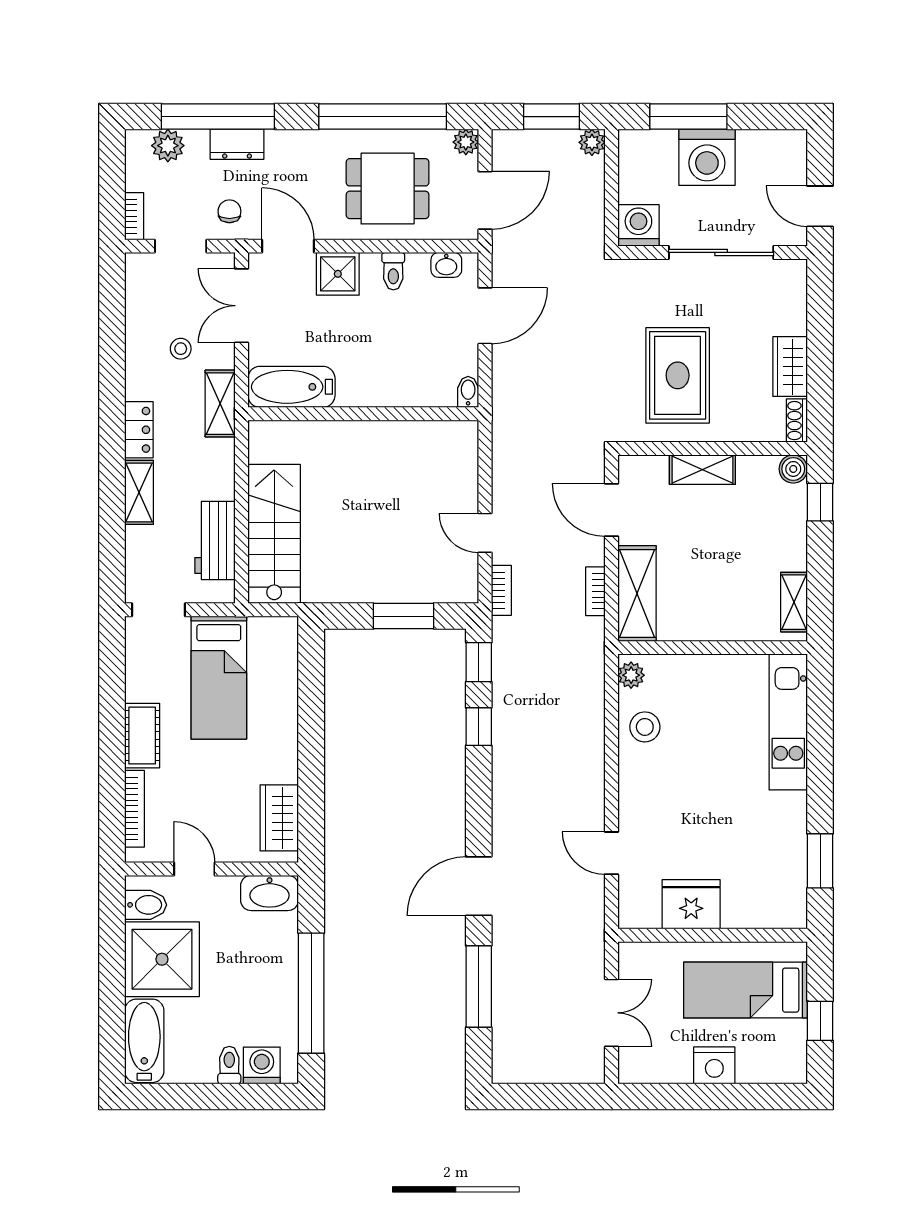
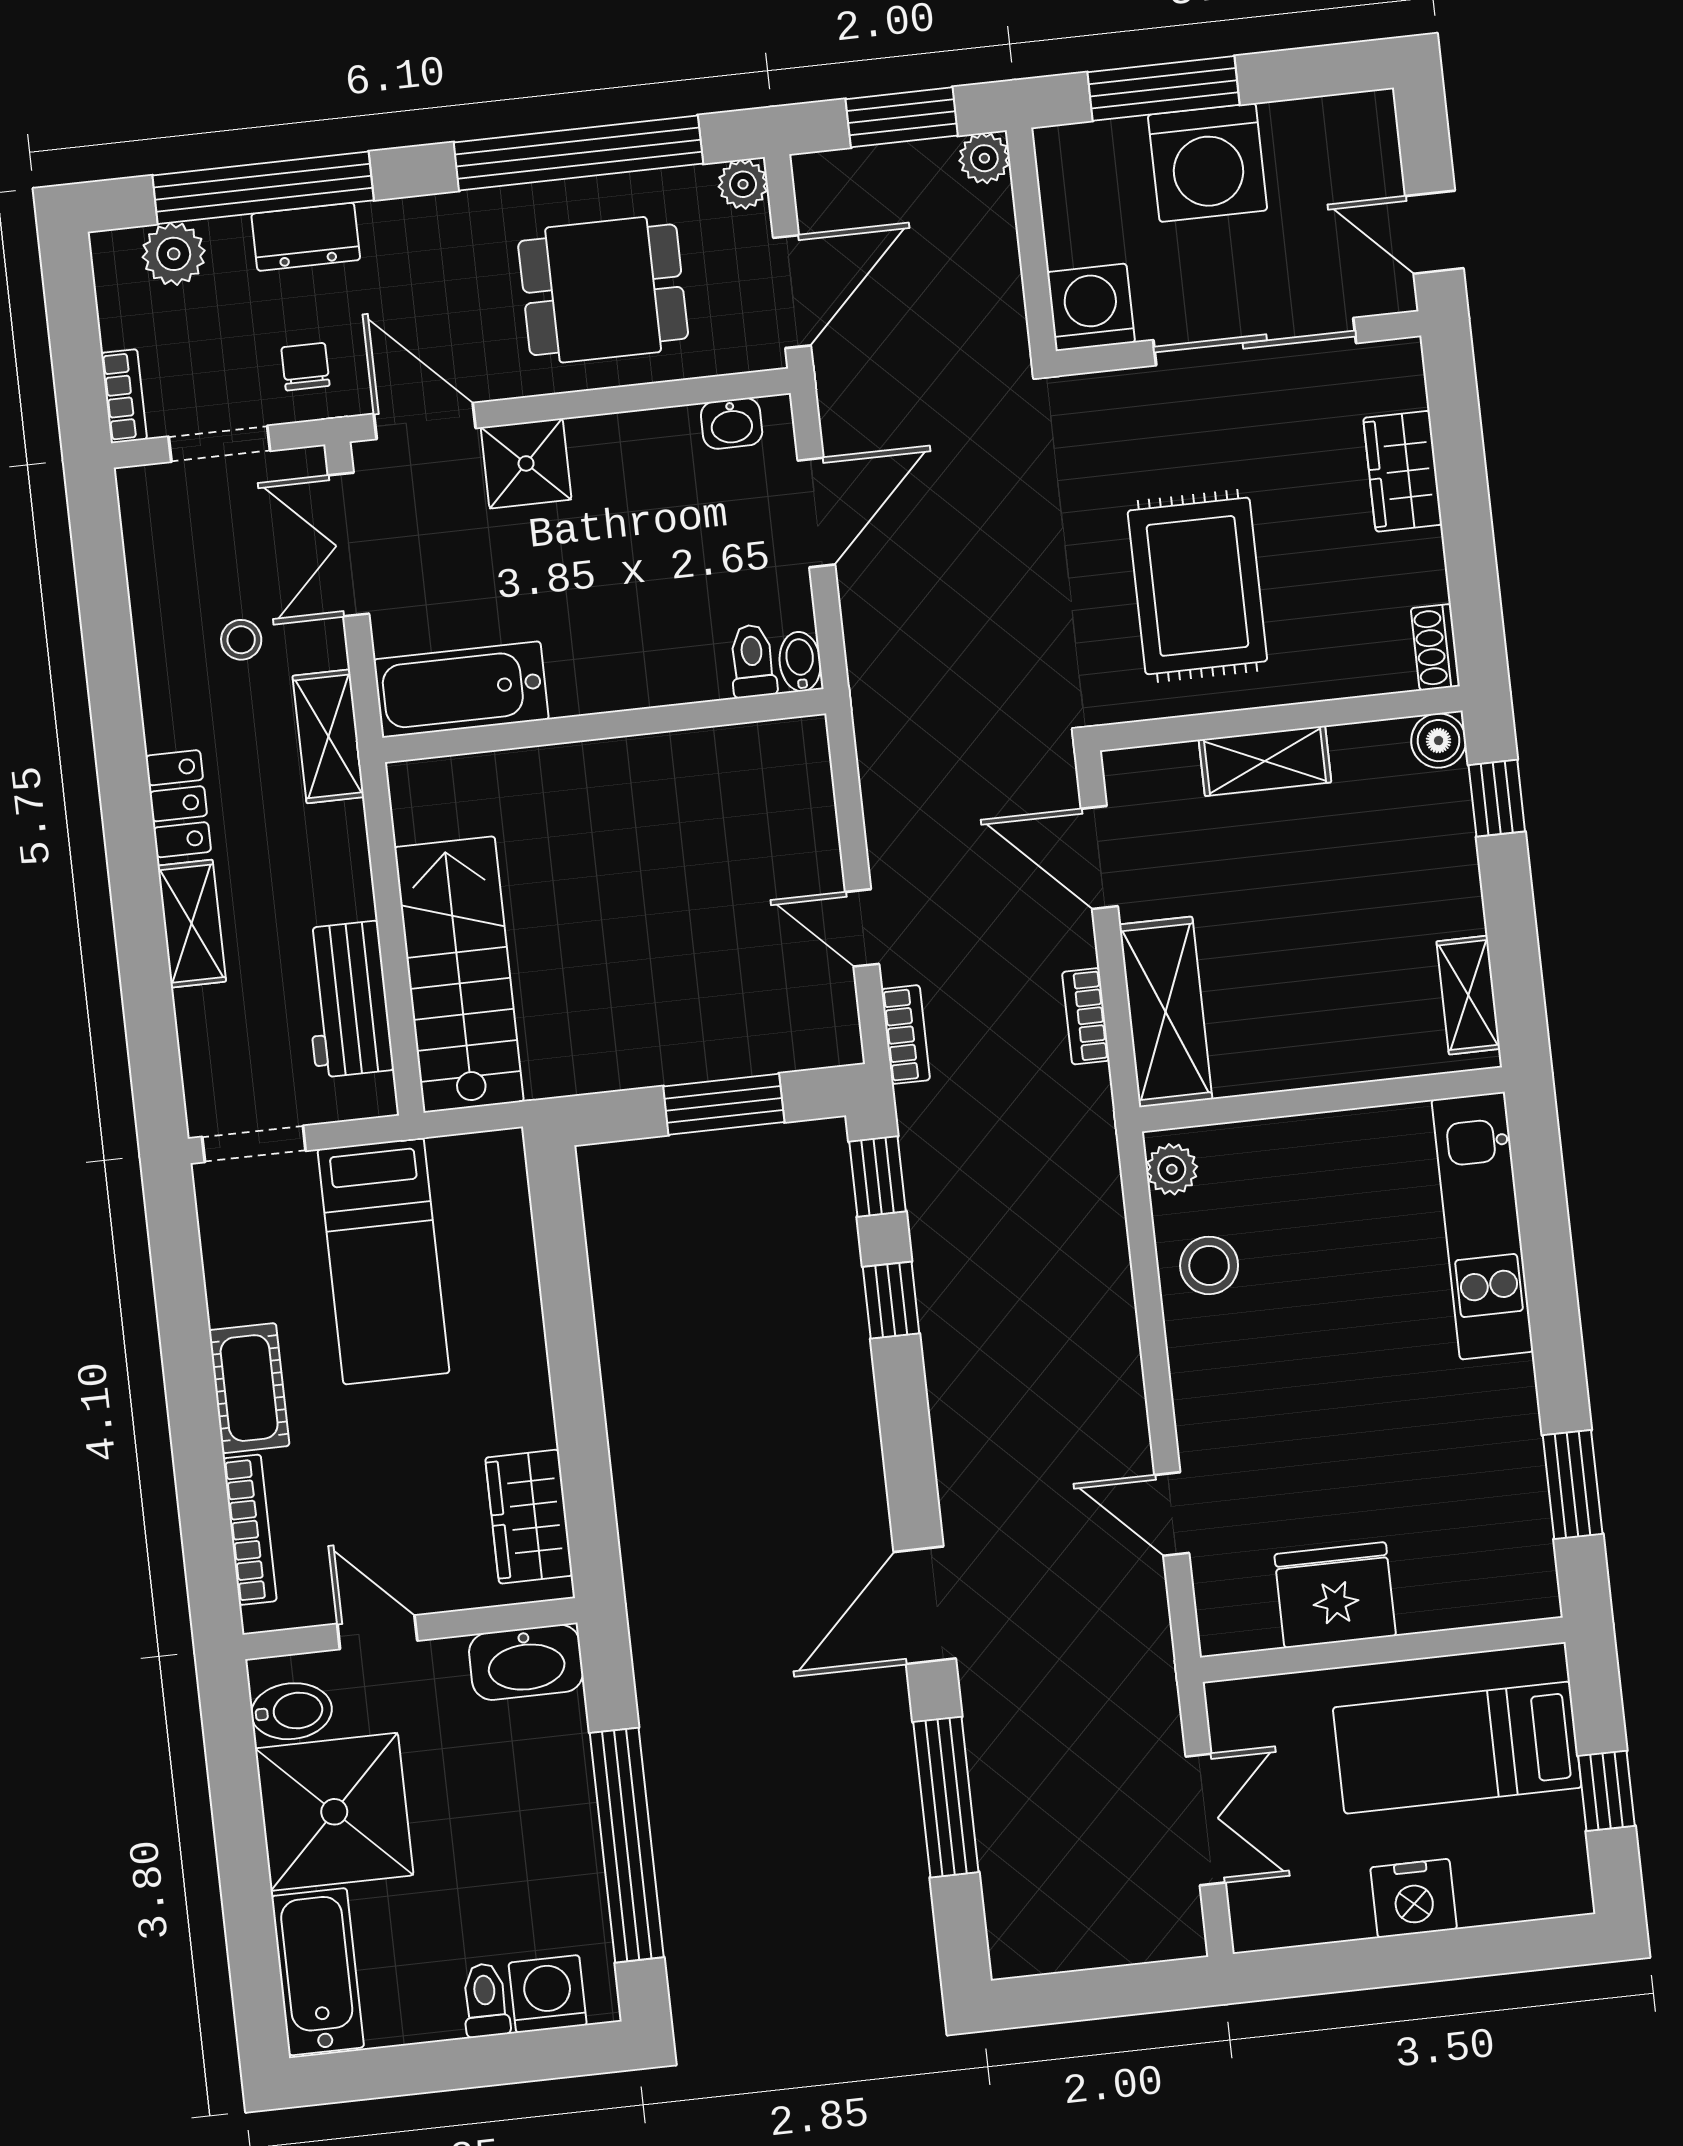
toilet: (393, 271) -> (753, 661), moved, turned 180
wardrobe: (790, 367) -> (1403, 471), moved

